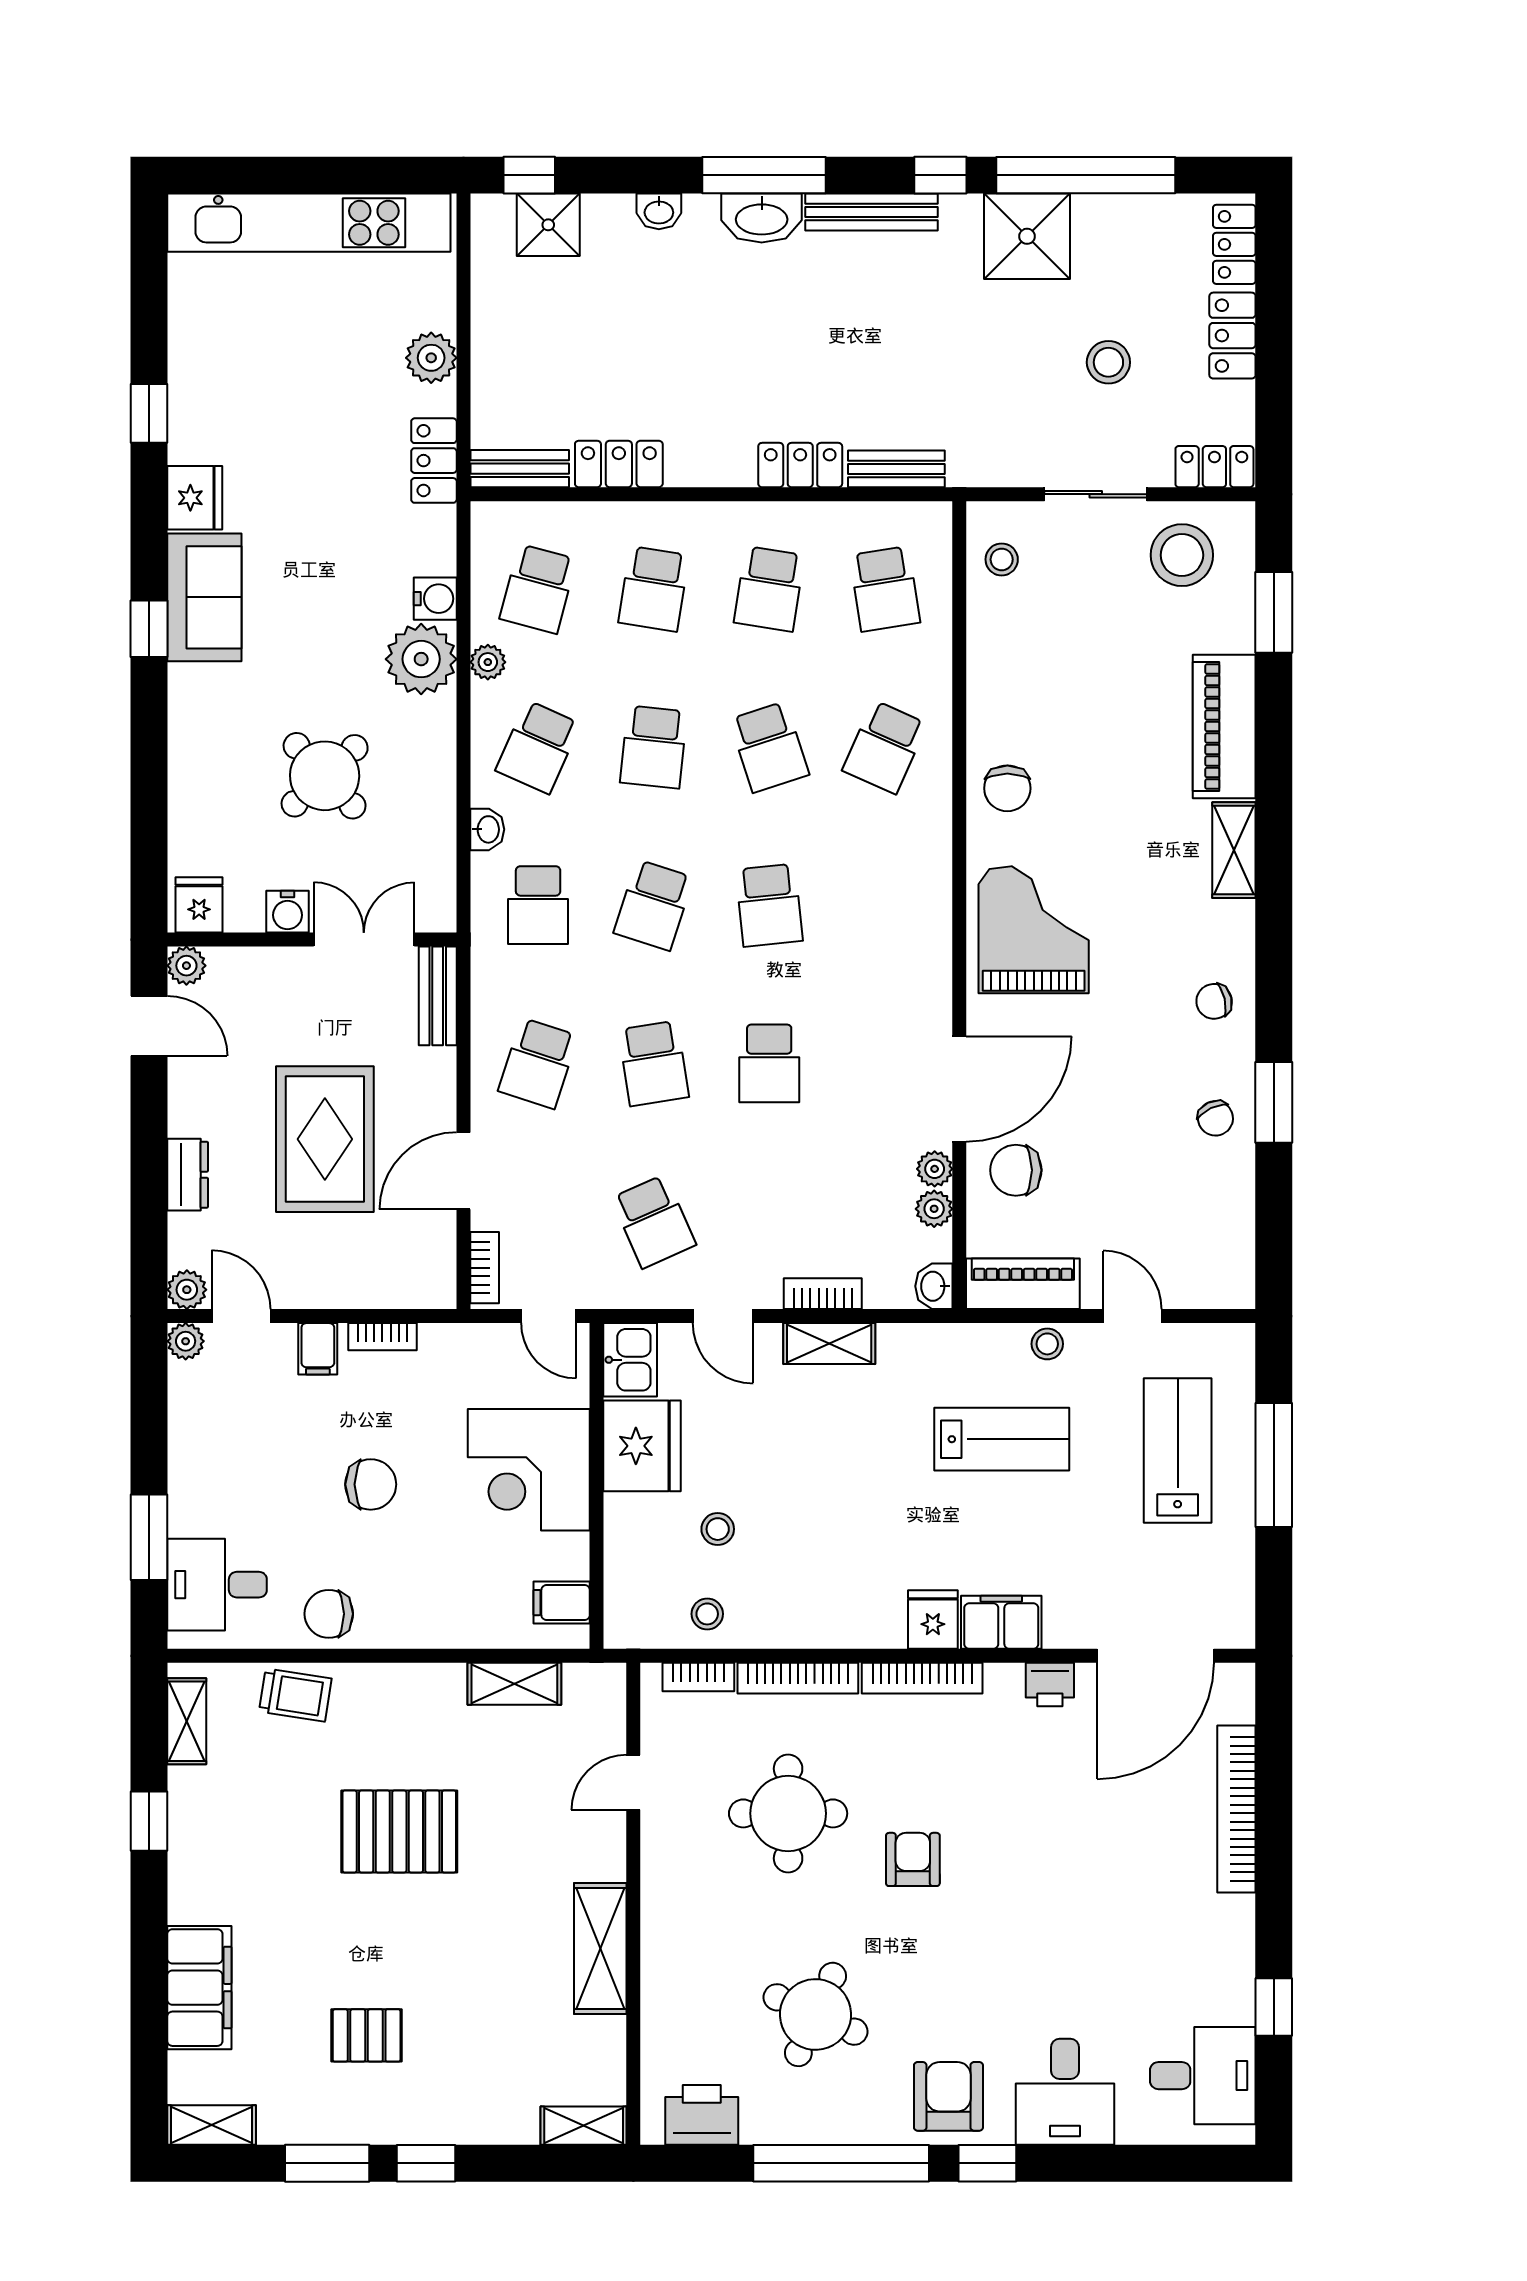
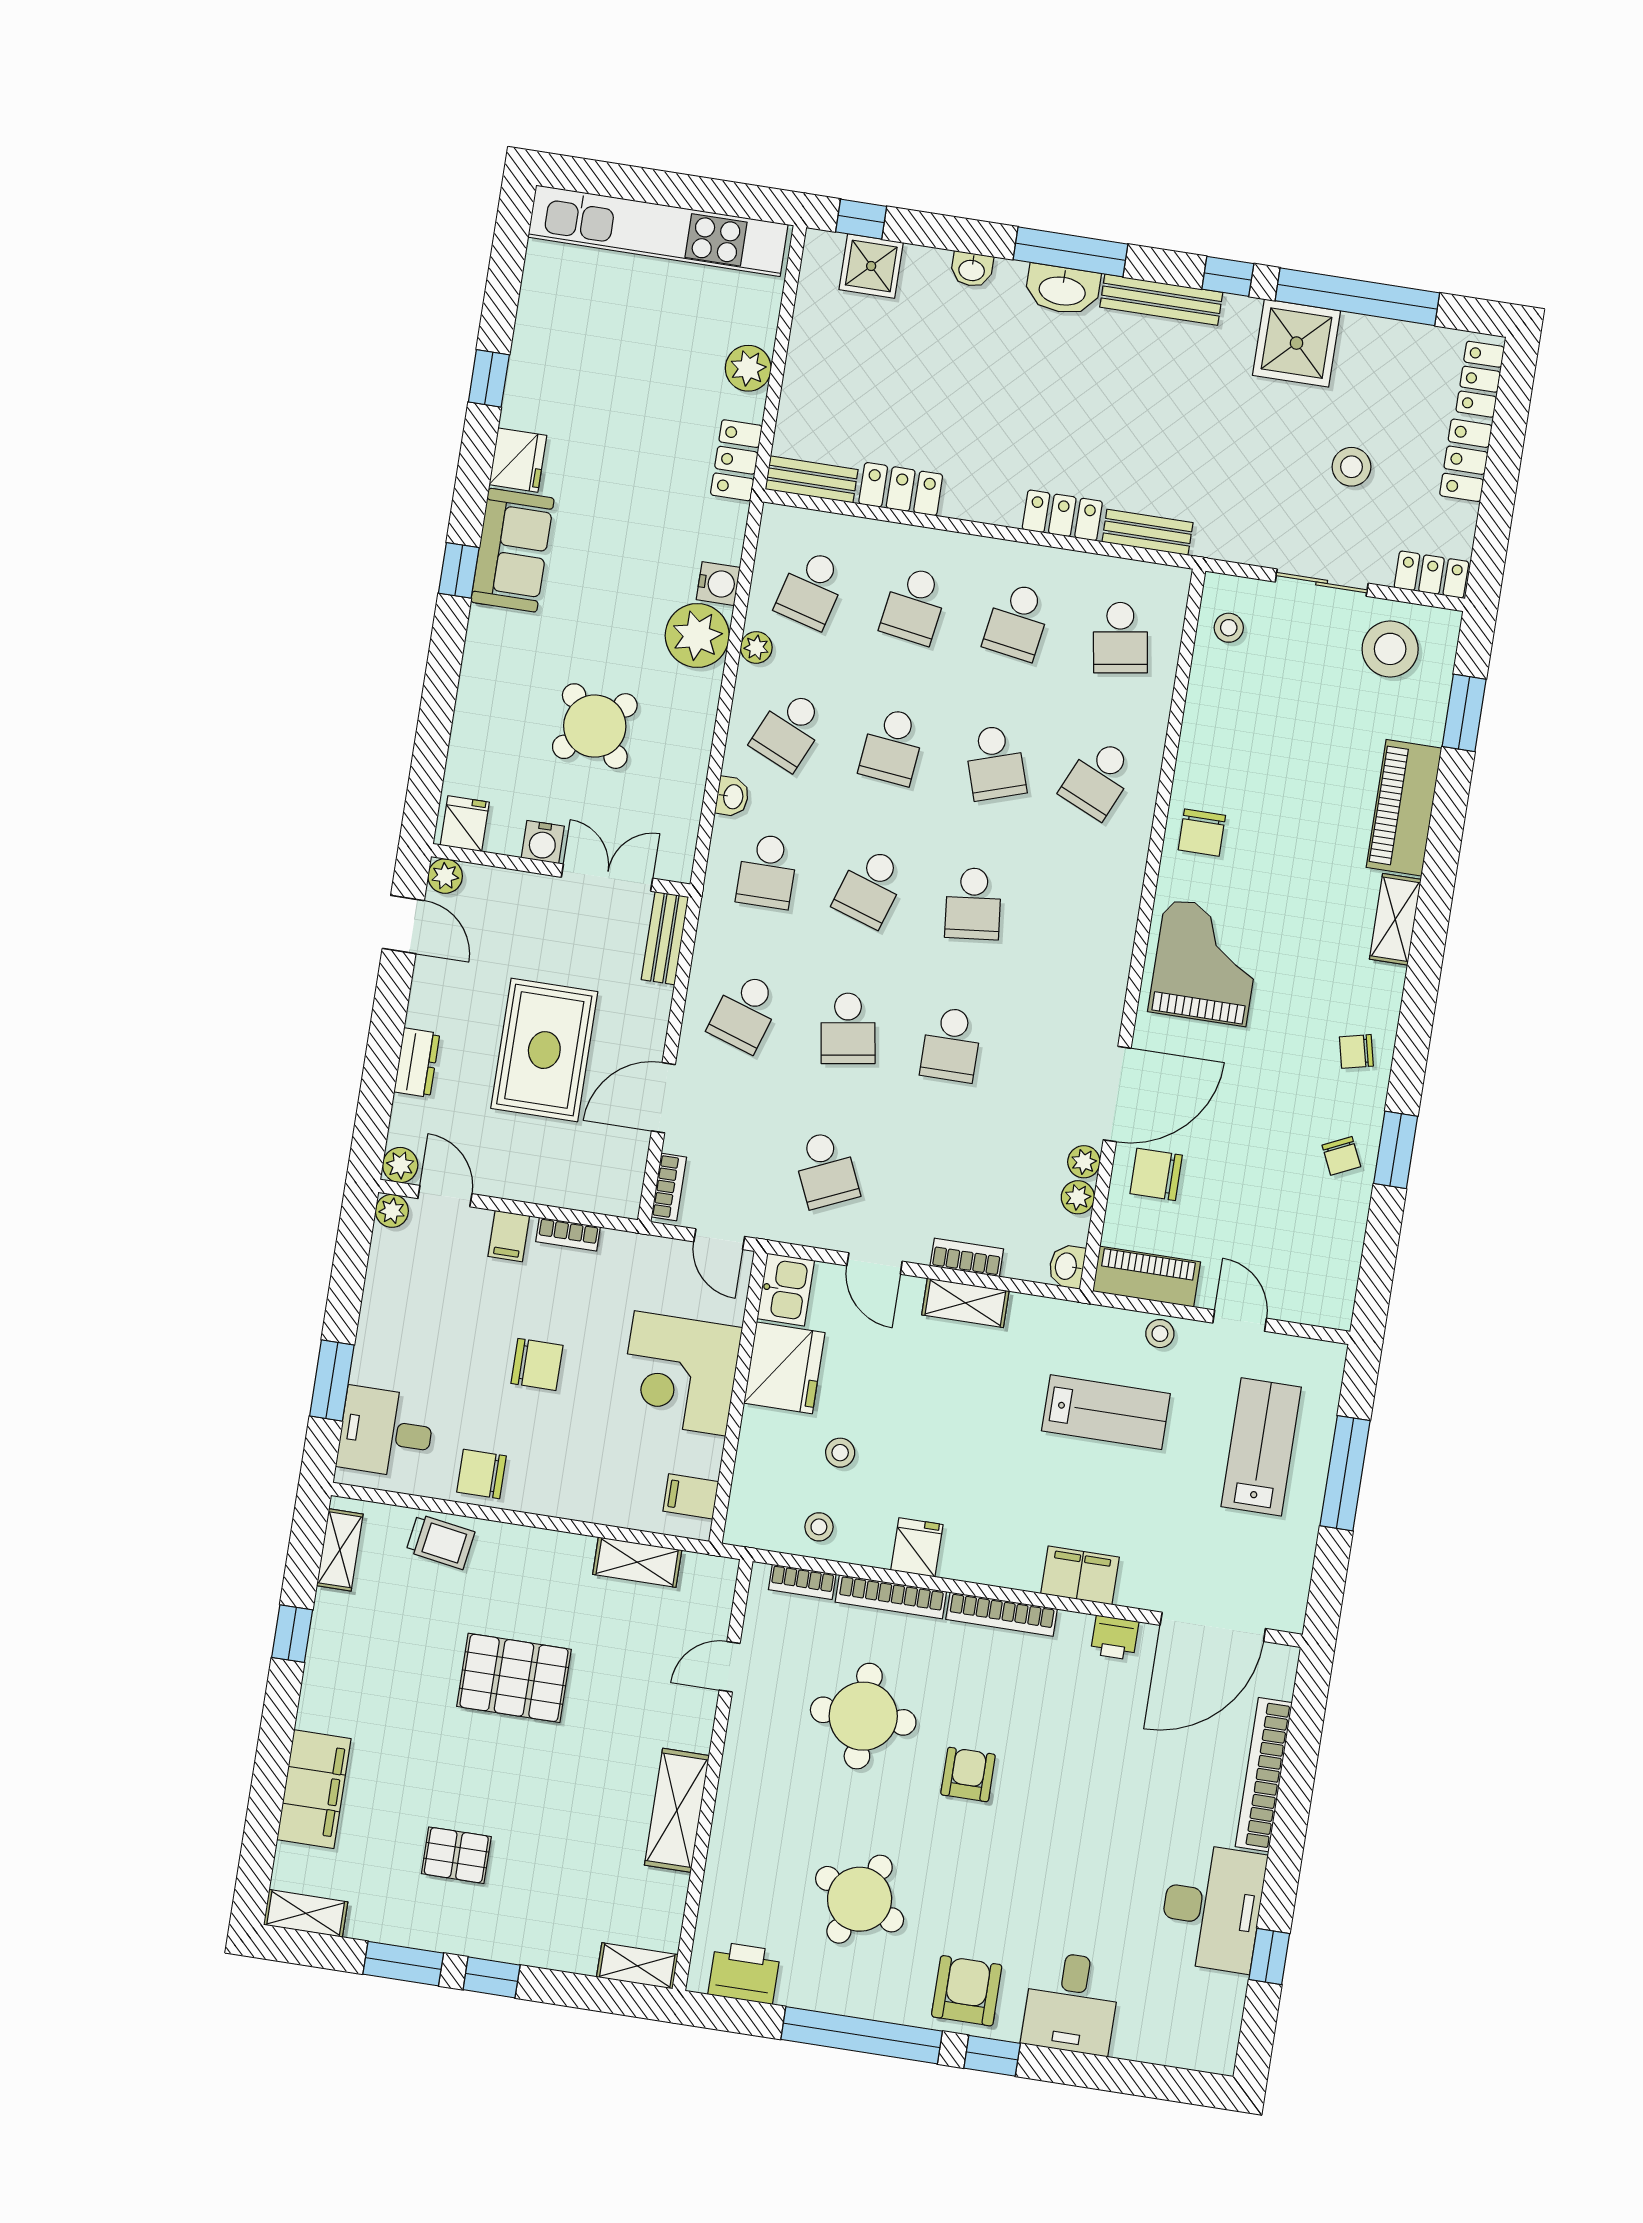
fridge: (933, 1620) -> (917, 1547), moved
desk: (1203, 2076) -> (1212, 1908), moved, width x1.37

